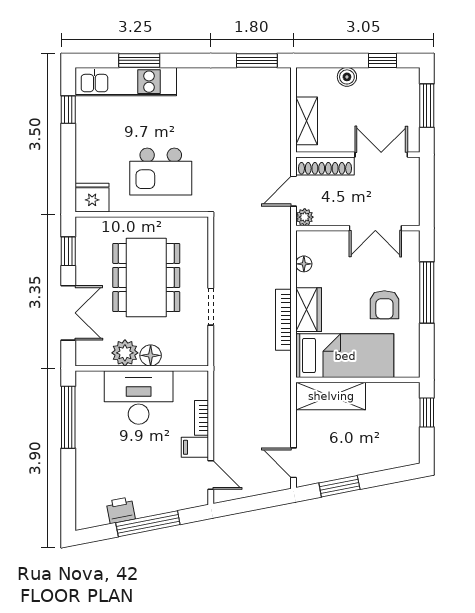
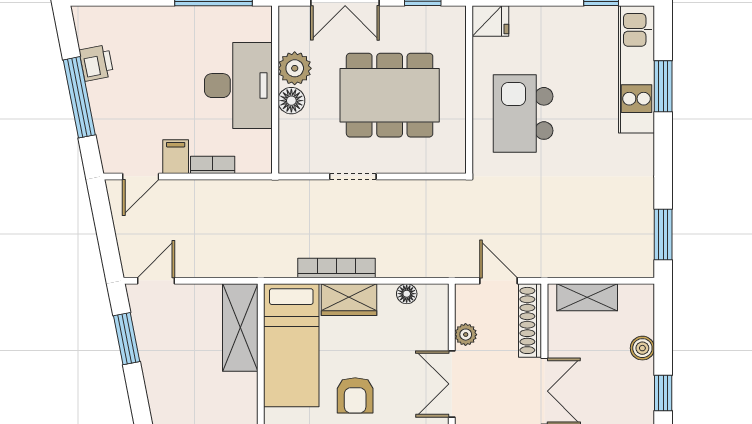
fridge: (92, 198) -> (490, 21), width x0.72
plant: (305, 217) -> (466, 335), moved
armchair: (384, 305) -> (355, 395), turned -90

